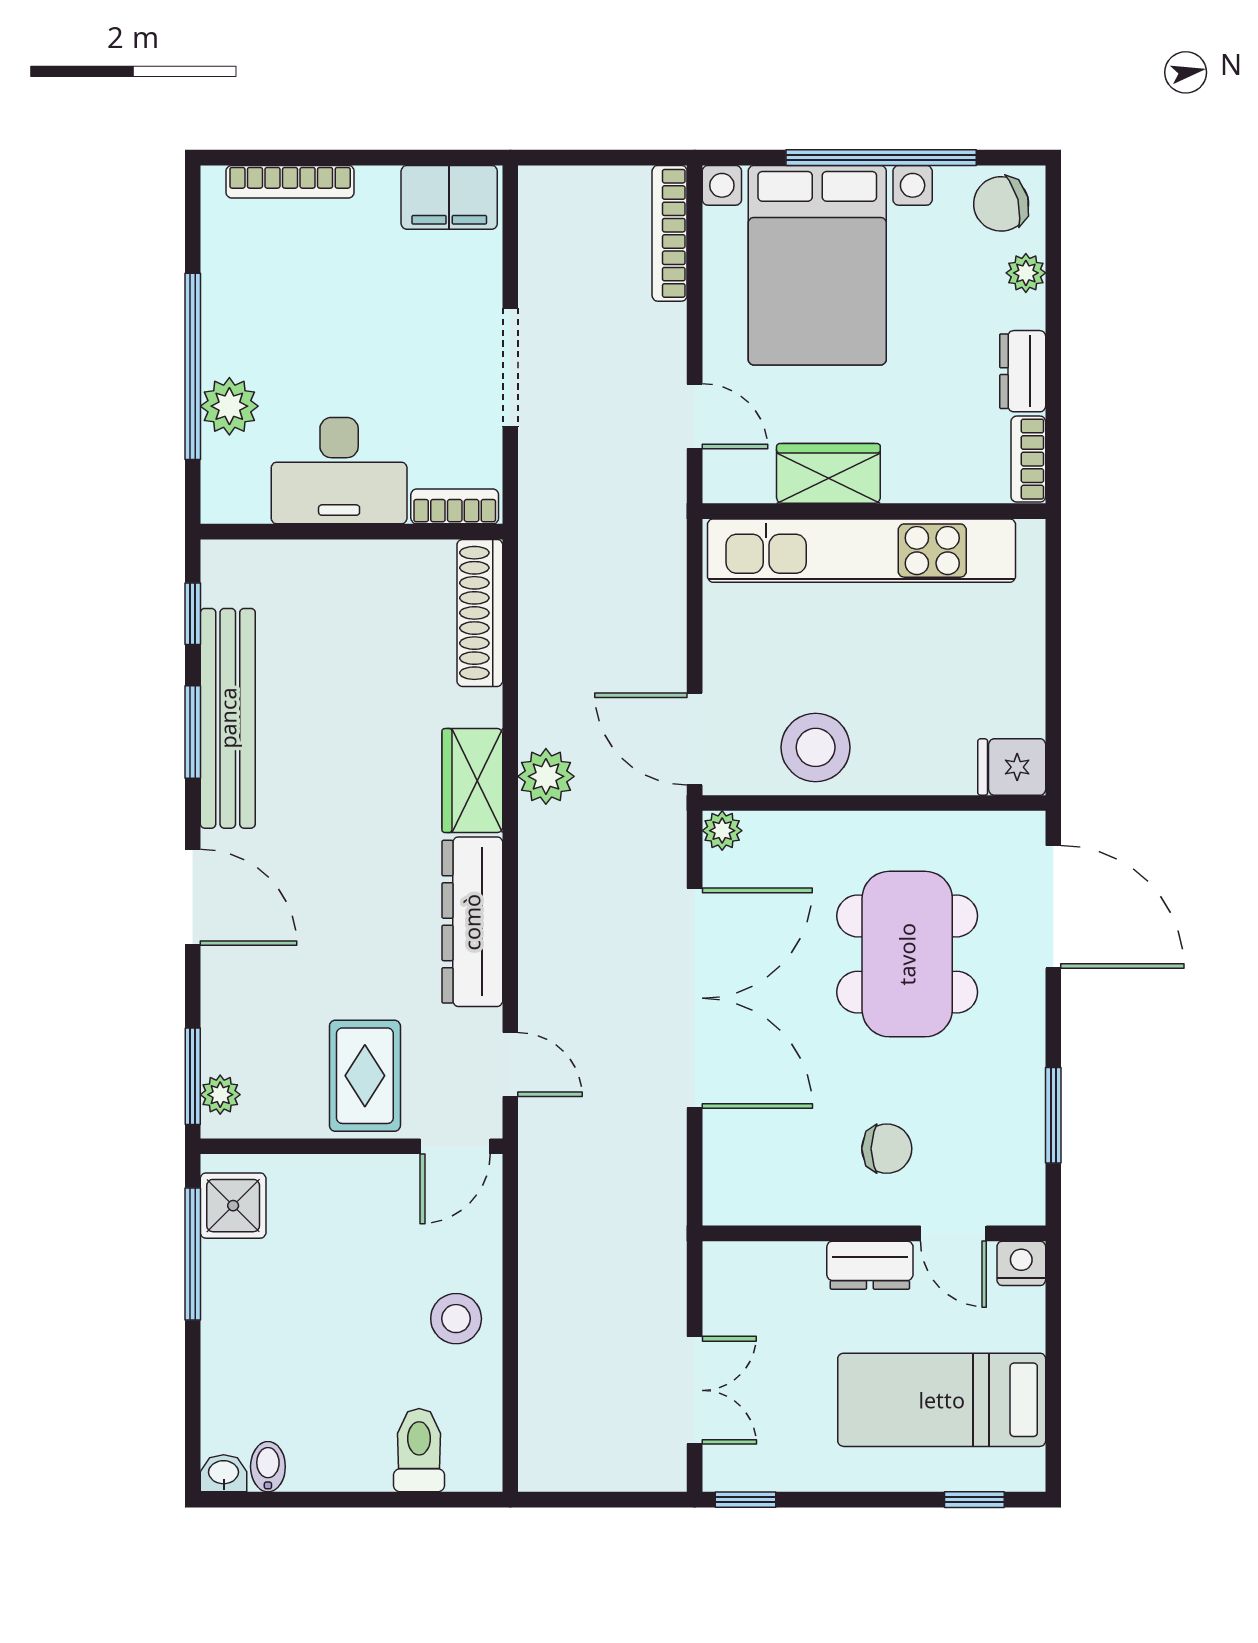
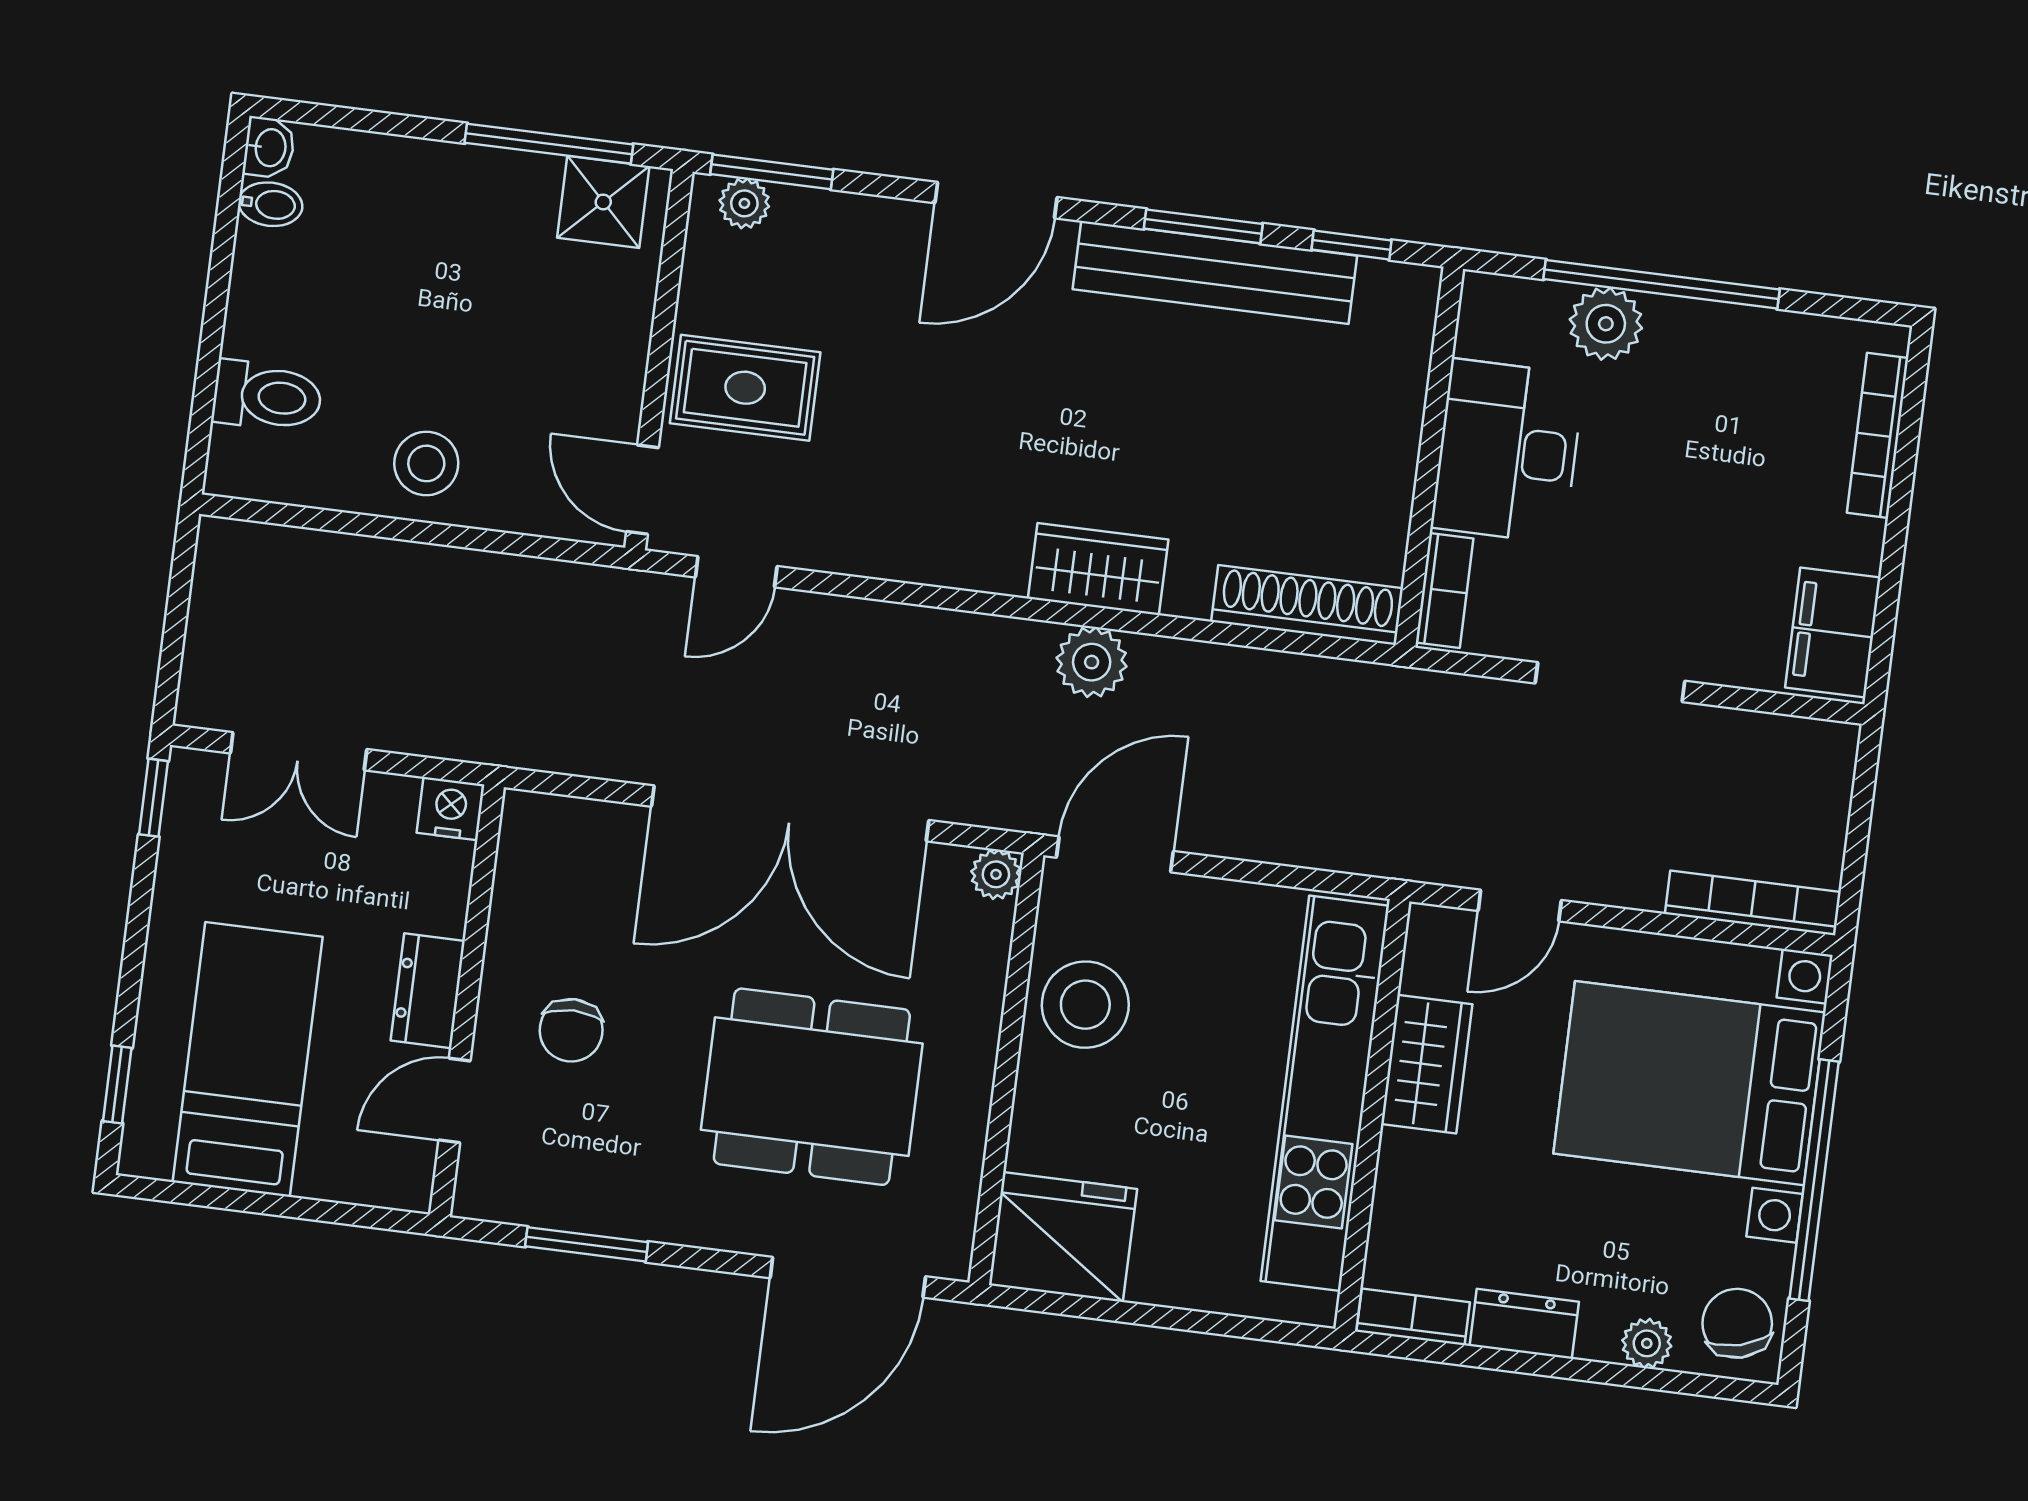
fridge: (1012, 767) -> (1063, 1237), width x1.88, depth x1.34
dresser: (472, 922) -> (921, 547), removed
nightstand: (1021, 1263) -> (451, 809), moved, turned -90

